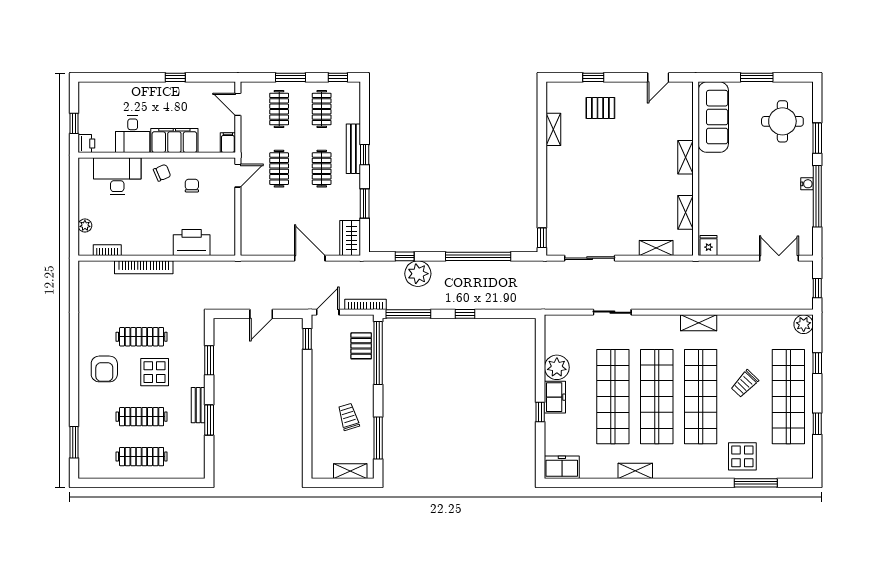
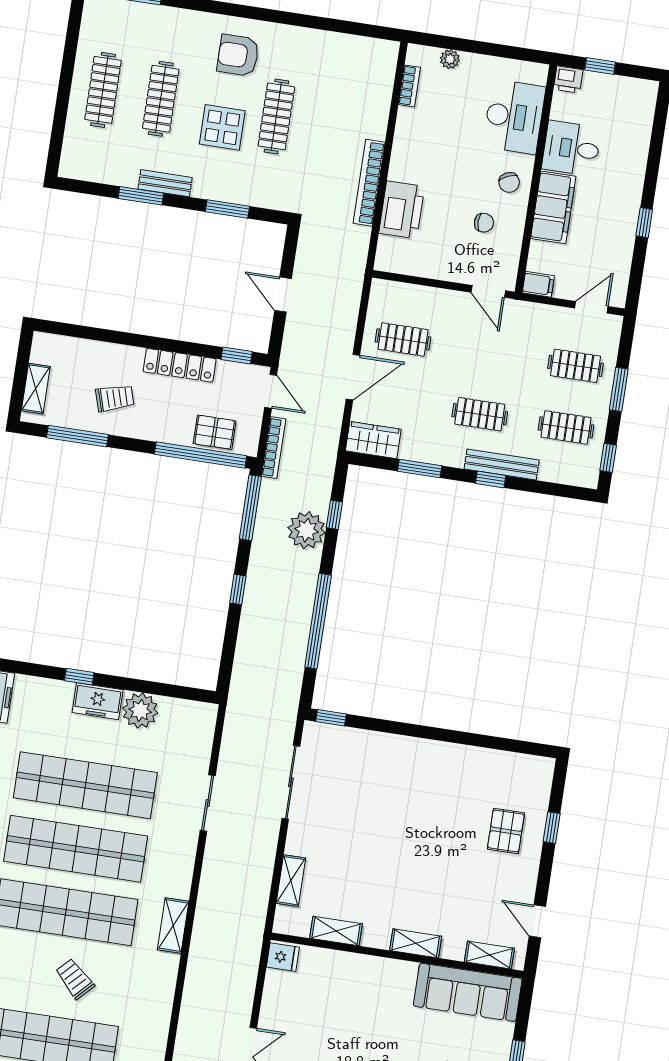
shelving: (553, 129) -> (489, 955), moved
clothes rail: (279, 169) -> (403, 339), moved
bookcase: (144, 267) -> (369, 183), moved
locker: (320, 376) -> (180, 365), added

